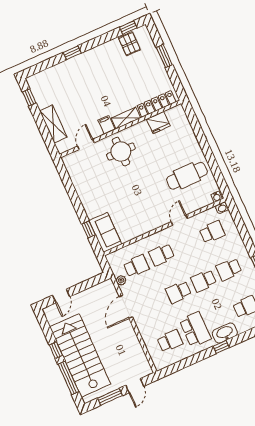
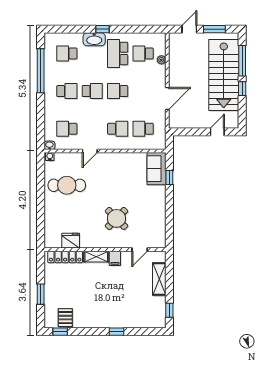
round table: (121, 152) -> (117, 218), moved, turned 45
plant: (121, 280) -> (161, 60), moved
school desk: (178, 292) -> (118, 91), turned 180

